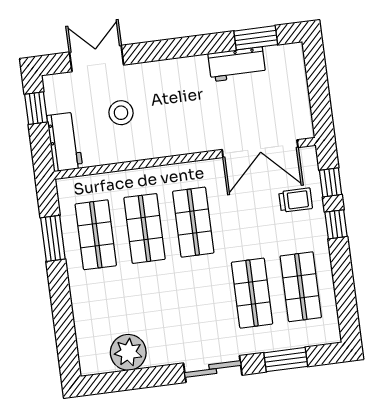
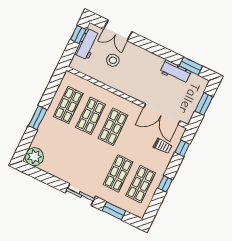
double door: (97, 59) -> (118, 30), swing flipped
window: (318, 87) -> (204, 104), added
workbench: (65, 142) -> (87, 44), moved
window: (336, 224) -> (165, 184), moved
window: (53, 238) -> (38, 118), moved
plant: (128, 352) -> (34, 157), moved

